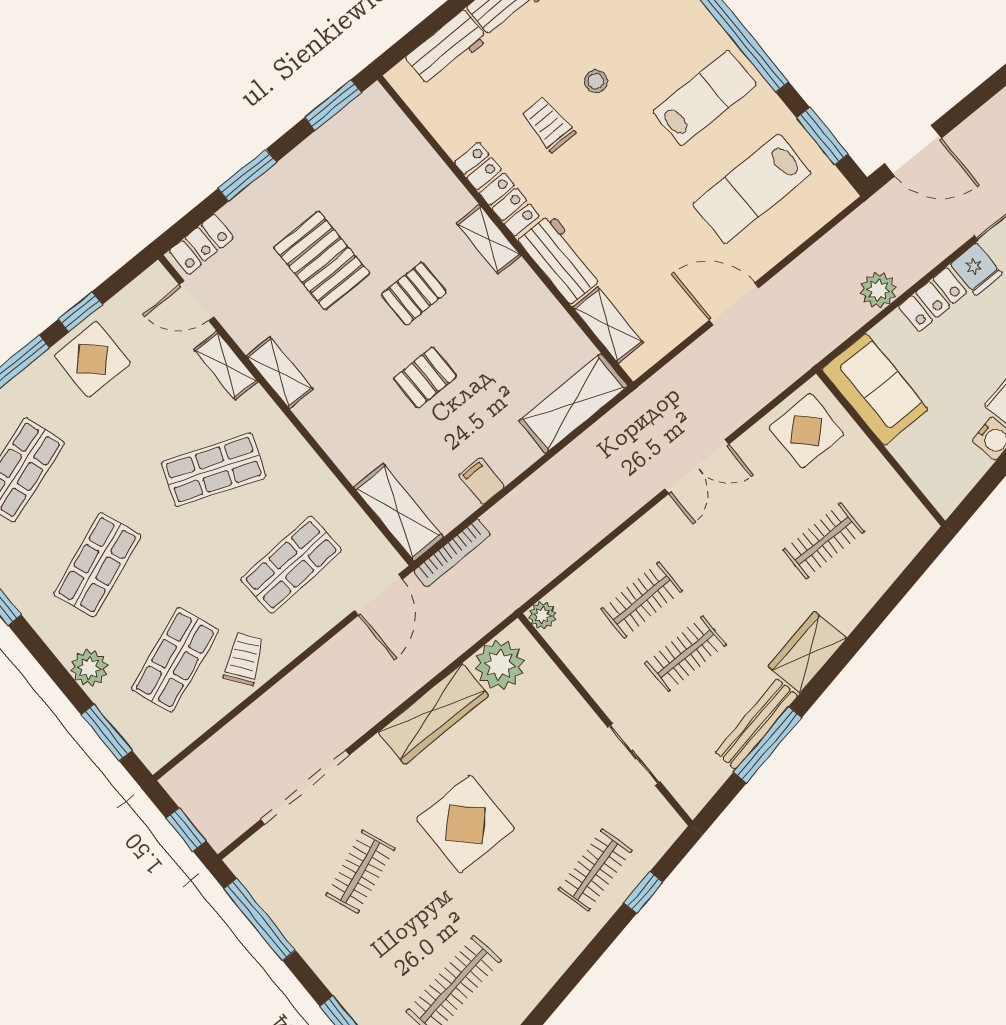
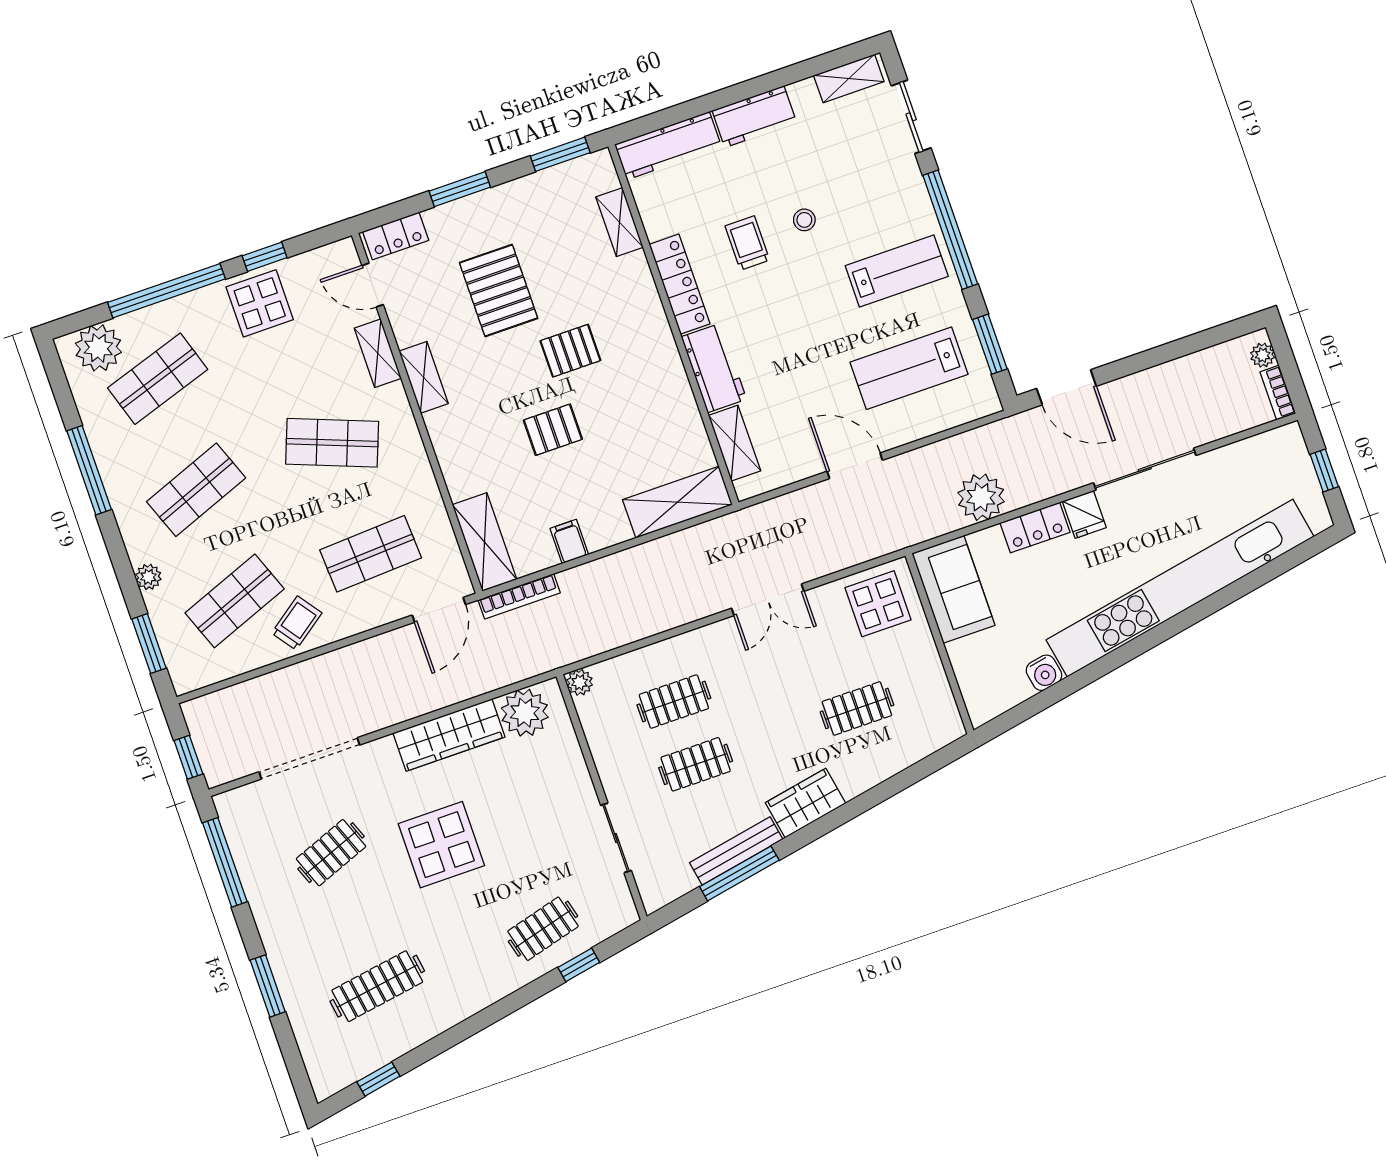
workbench: (447, 49) -> (668, 146), width x1.38
shelving: (489, 239) -> (619, 222), moved
plant: (878, 290) -> (981, 497), width x1.36, depth x1.36
plant: (89, 668) -> (148, 577), width x0.73, depth x0.73

